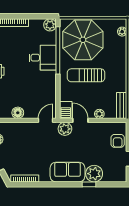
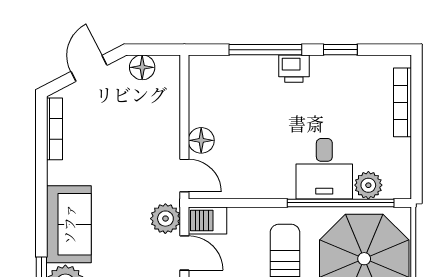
plant: (50, 25) -> (368, 185), moved
floor lamp: (18, 113) -> (201, 140), moved
door: (80, 120) -> (184, 253), hinge flipped

